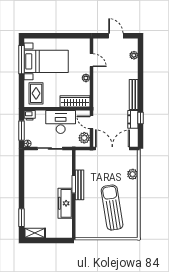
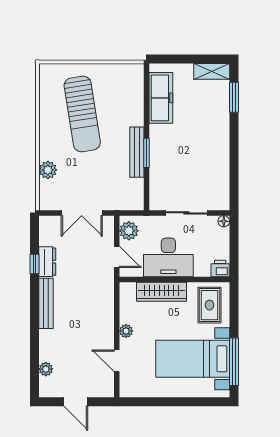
wardrobe: (75, 101) -> (162, 292), moved
window: (21, 131) -> (234, 243), removed
double door: (112, 148) -> (82, 213), width x0.73
freezer: (65, 203) -> (161, 98), moved

